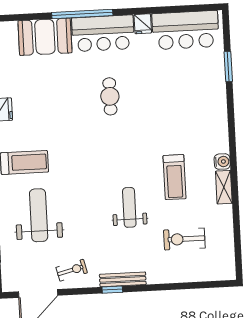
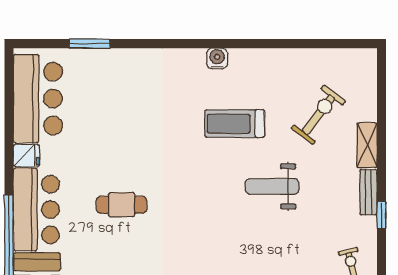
treadmill: (175, 177) -> (235, 124), turned 180
shelving: (224, 187) -> (367, 145), moved, turned 90
exercise bike: (184, 239) -> (318, 115), turned -143
bench: (123, 279) -> (368, 192), width x0.73

